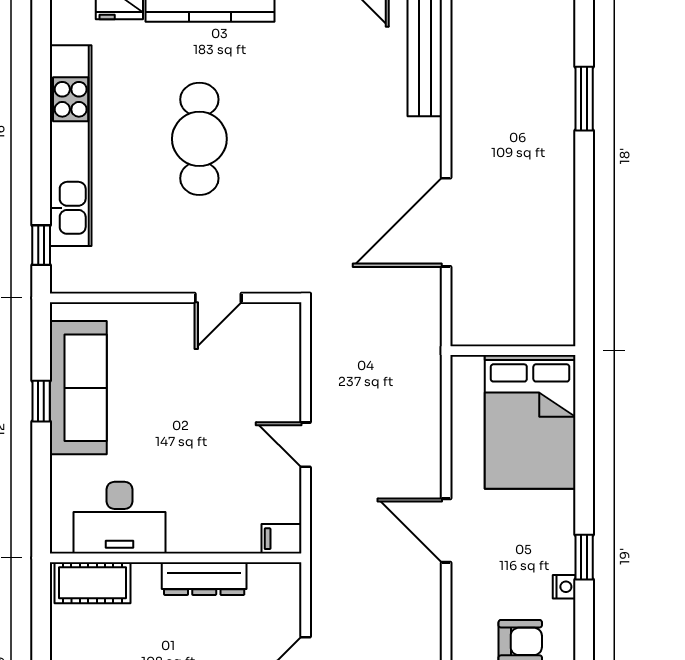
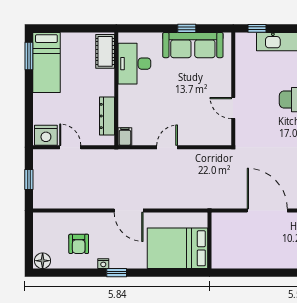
door: (446, 531) -> (129, 211), swing flipped
dresser: (204, 579) -> (107, 116), moved

